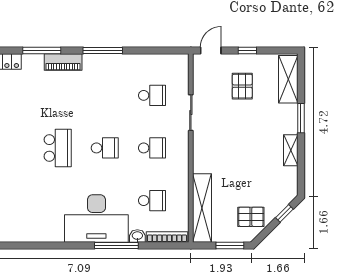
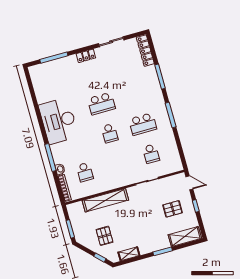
piano: (63, 62) -> (156, 92), removed
school desk: (152, 148) -> (143, 124), moved, width x1.85
shelving: (291, 150) -> (129, 254), moved
shelving: (202, 208) -> (105, 200), moved
pallet: (251, 217) -> (105, 236), moved
desk: (96, 218) -> (59, 121), moved

